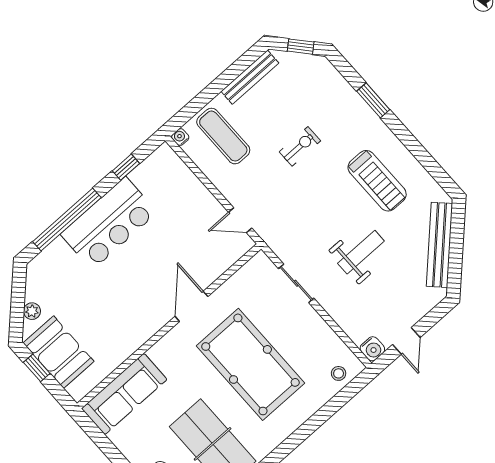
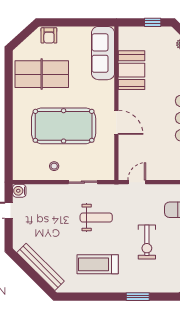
exercise bike: (300, 146) -> (147, 242), width x1.38, depth x1.39
weight bench: (361, 252) -> (96, 218), moved, turned -90
booth: (59, 352) -> (131, 70), moved, turned 90
stool: (339, 373) -> (54, 166), moved

